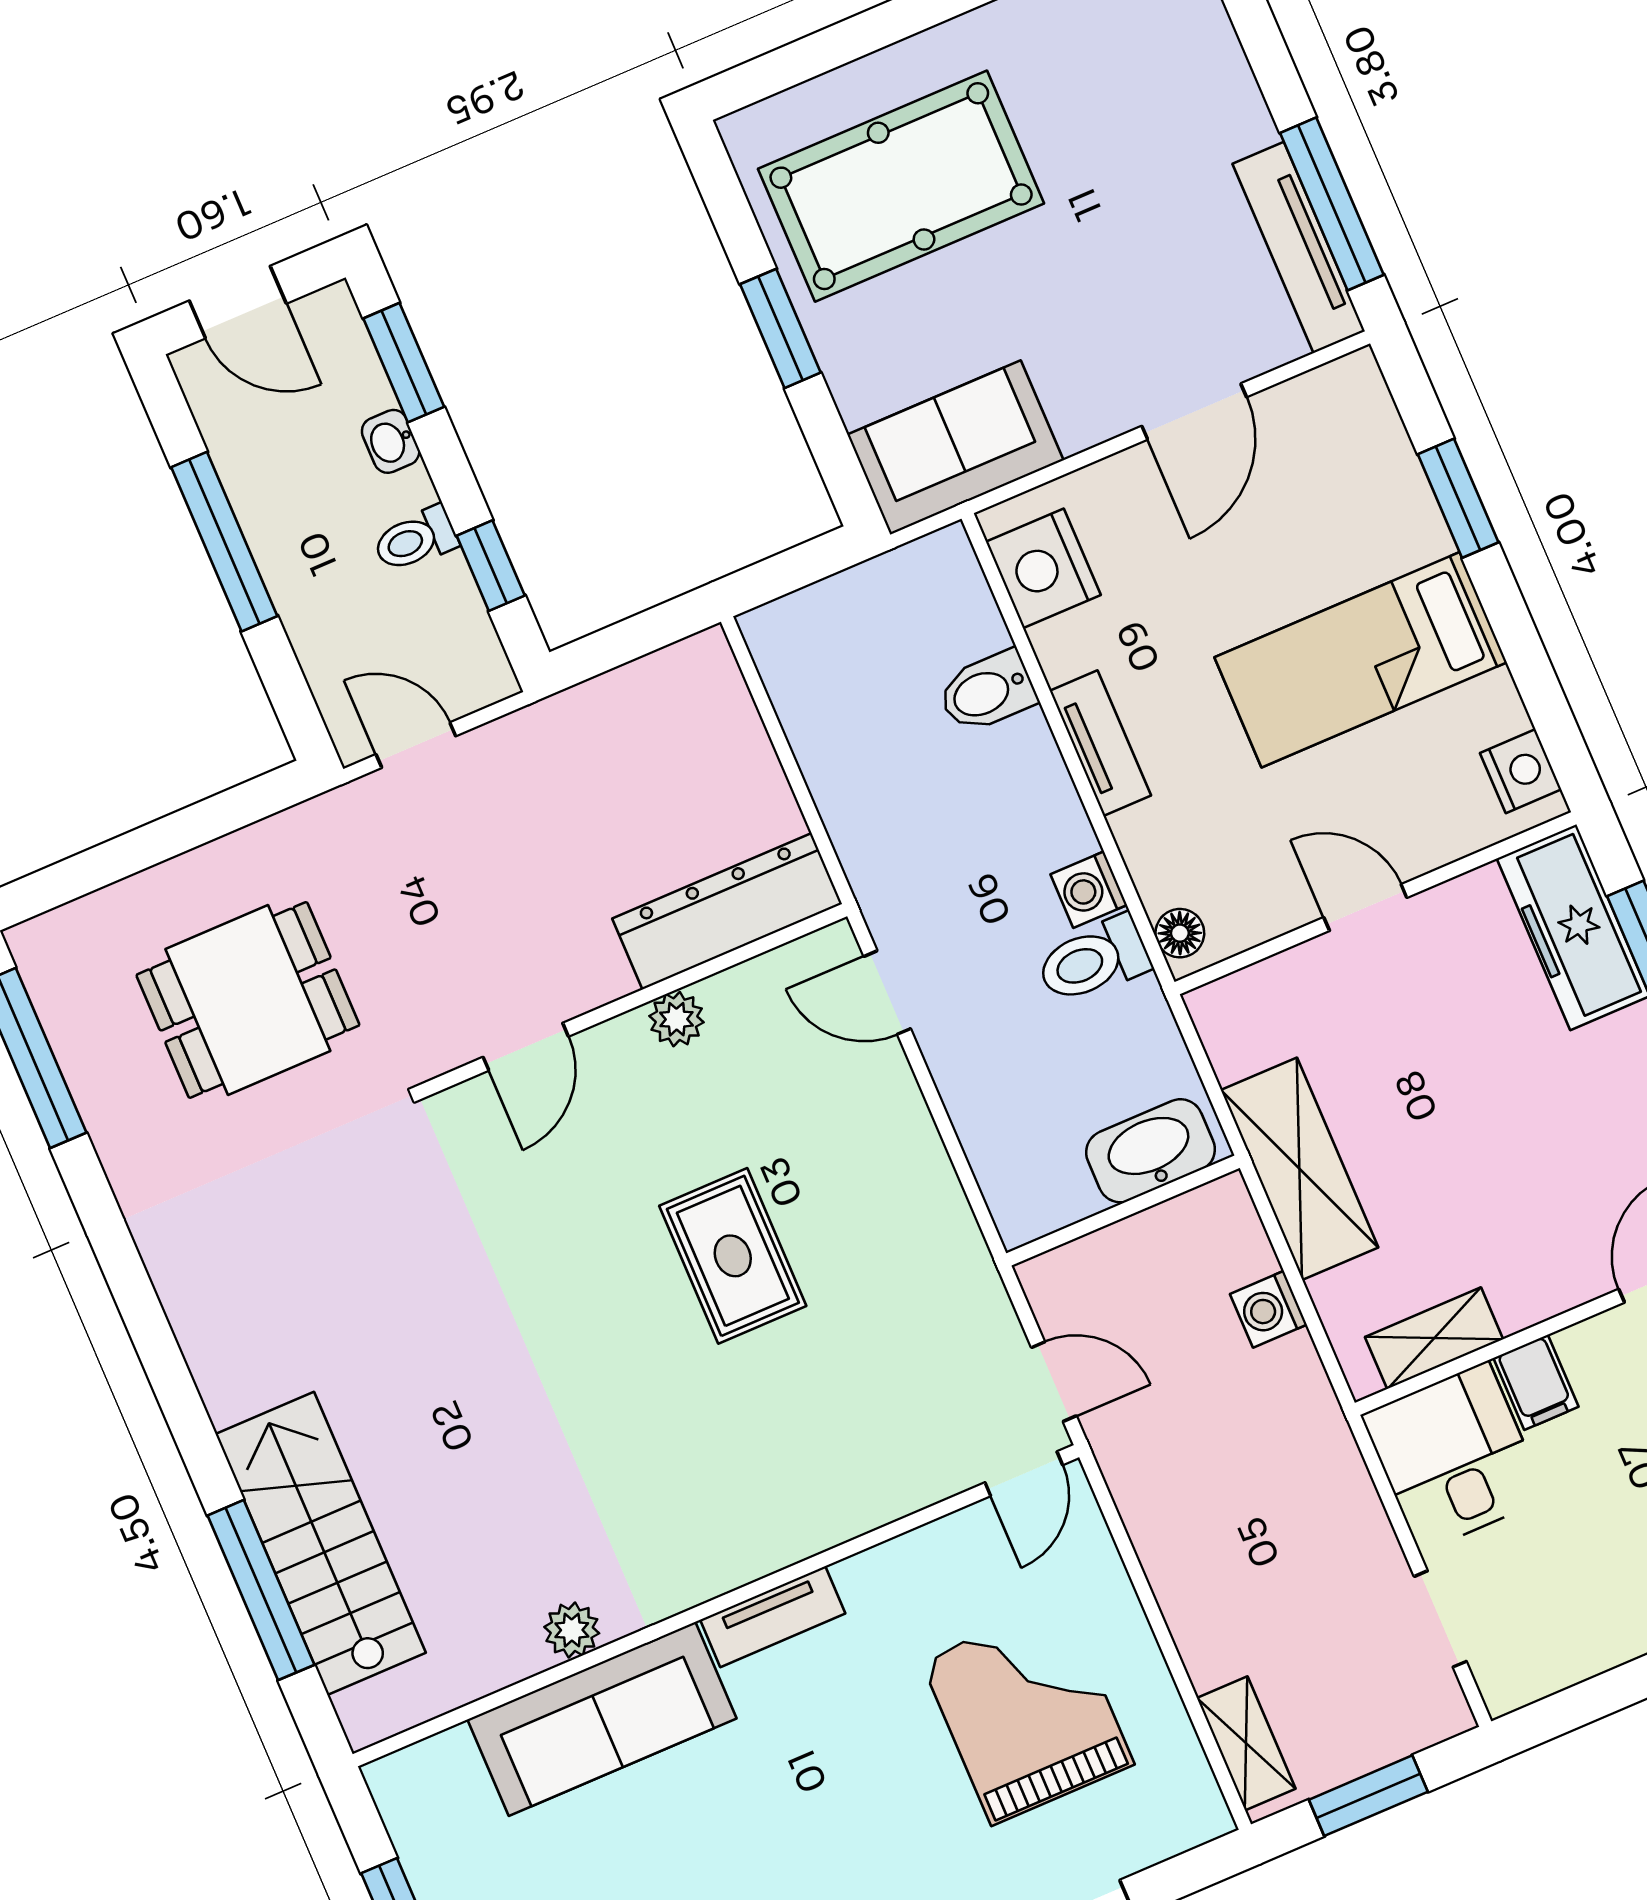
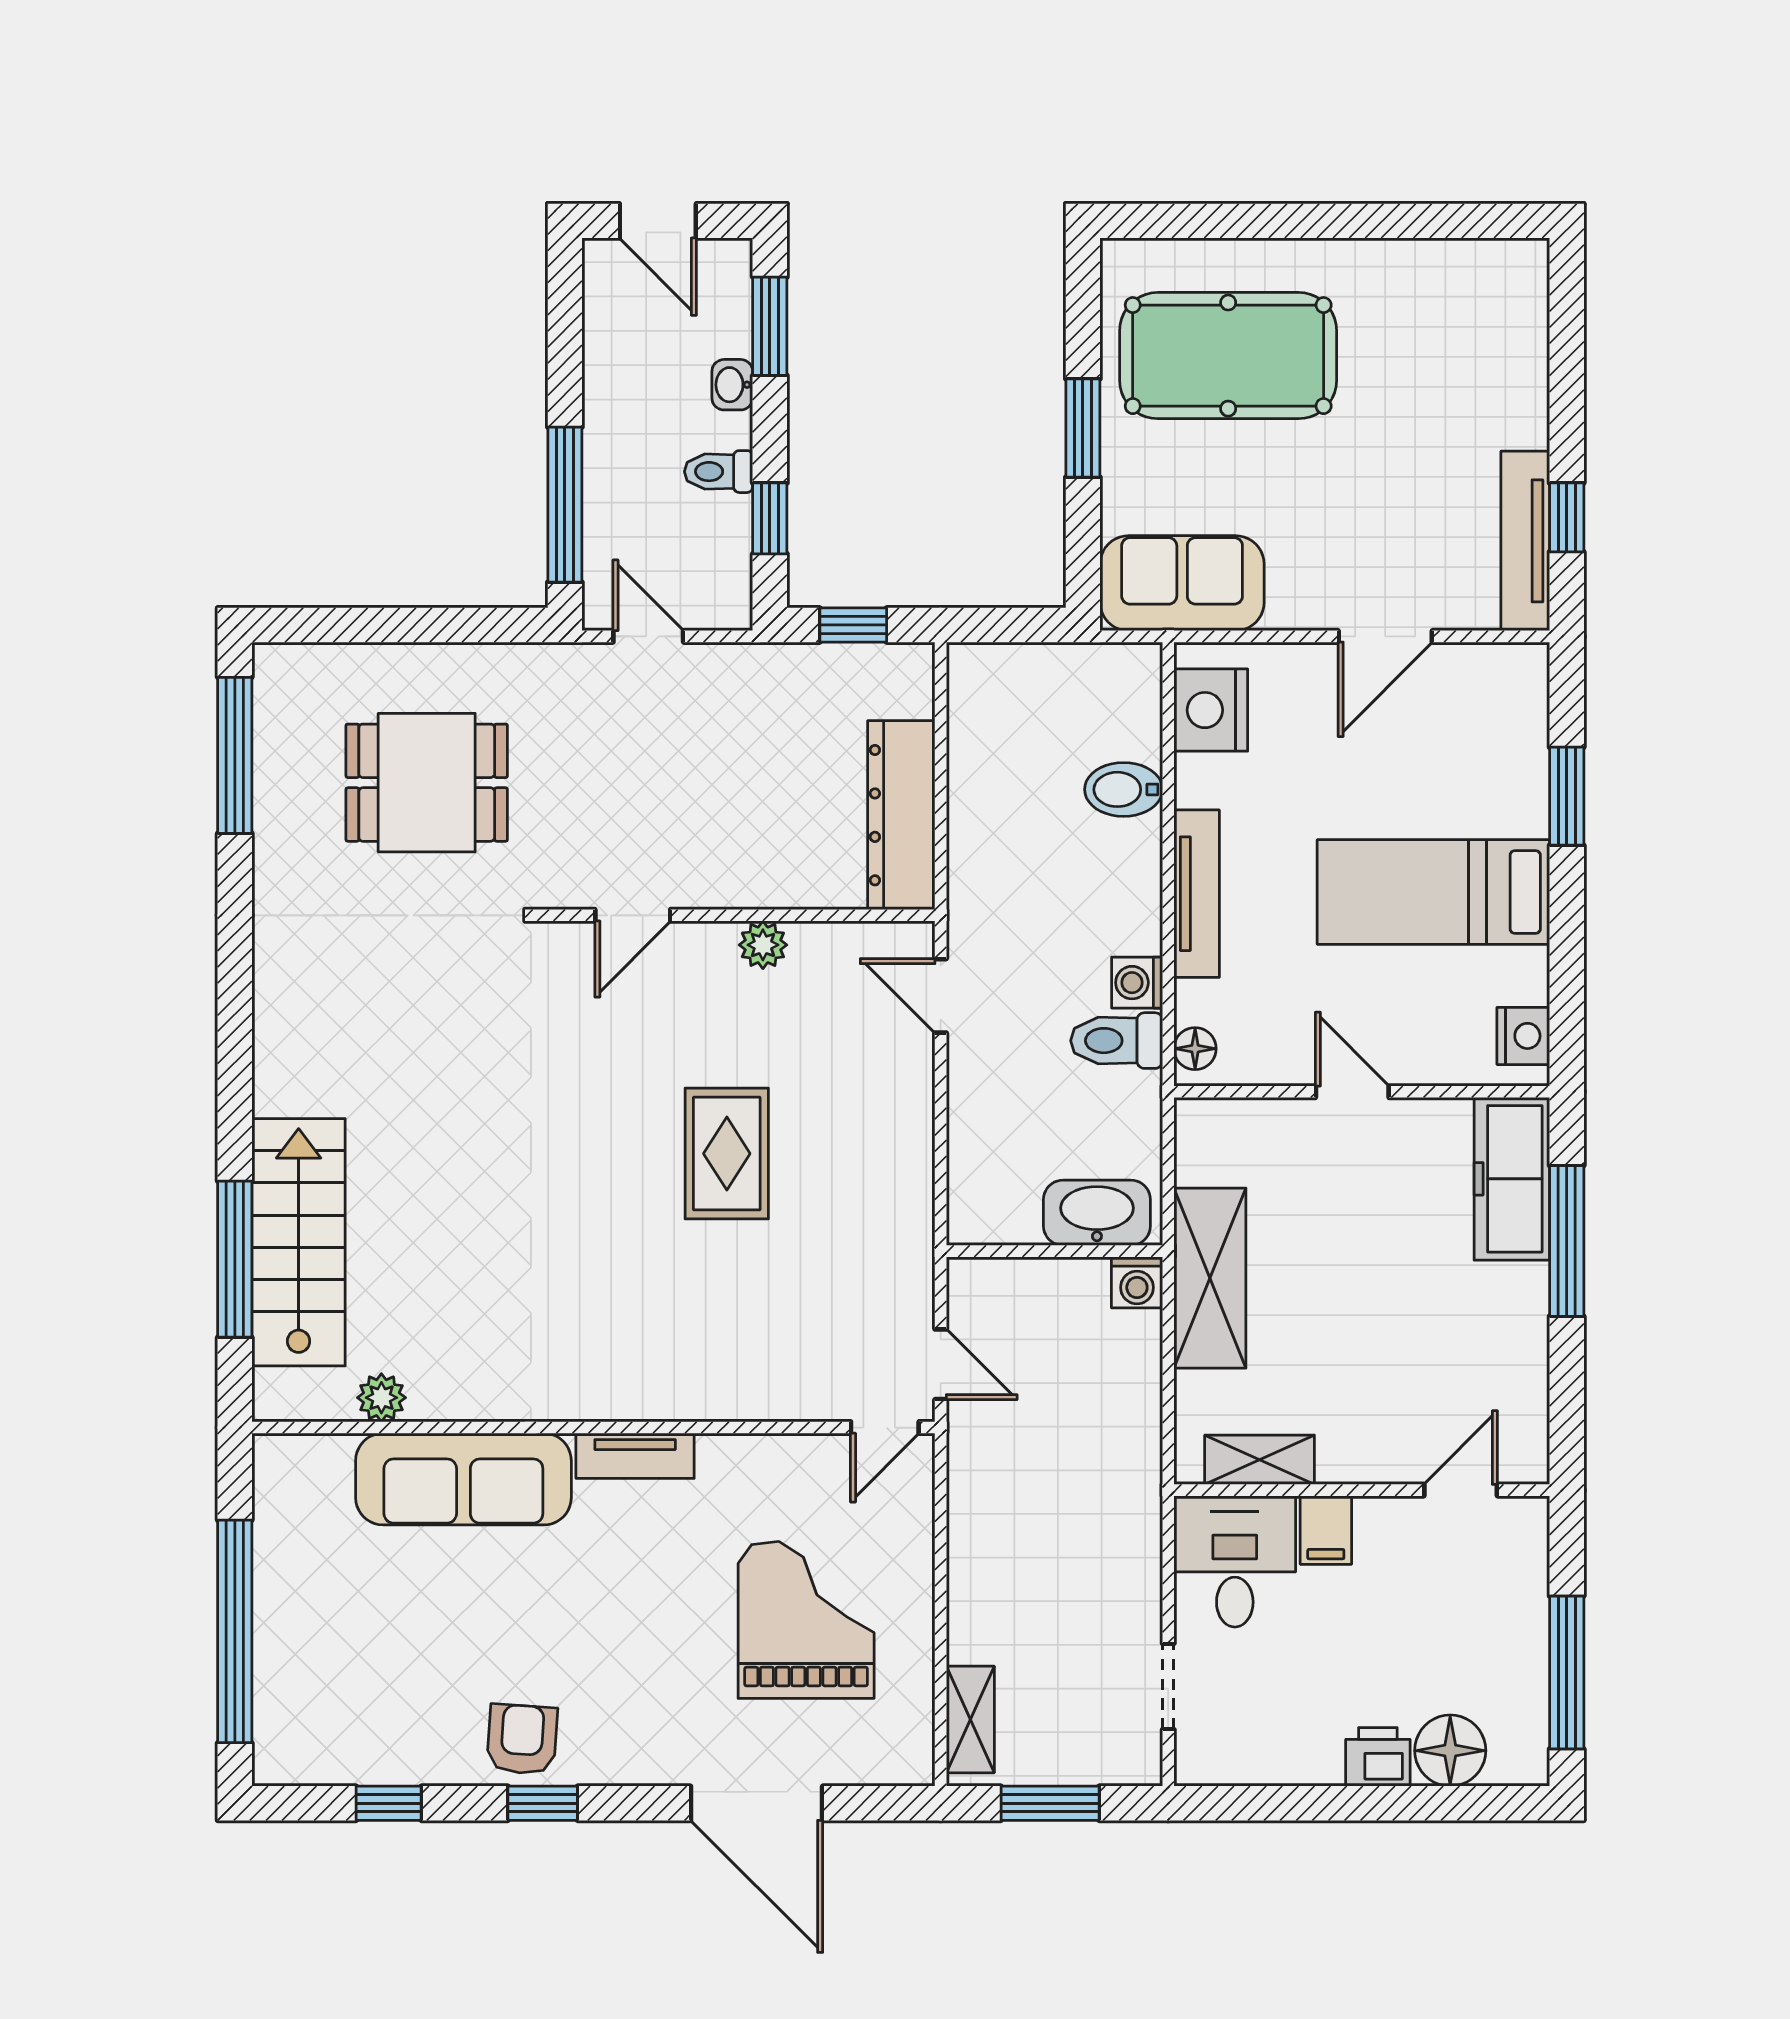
window: (1332, 204) -> (1567, 517), width x0.46
window: (224, 542) -> (565, 505), moved
window: (627, 640) -> (853, 625), added
tv unit: (1100, 743) -> (1197, 894), width x1.41
dresser: (727, 911) -> (901, 815), moved, turned -90
washing machine: (1268, 1309) -> (1137, 1282), moved, turned -90
plant: (572, 1630) -> (381, 1398), moved

